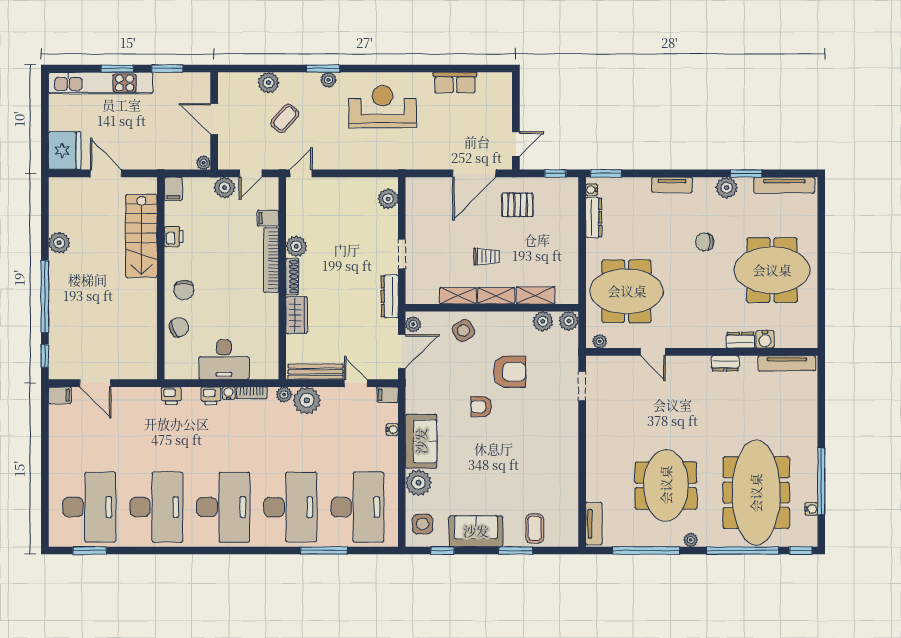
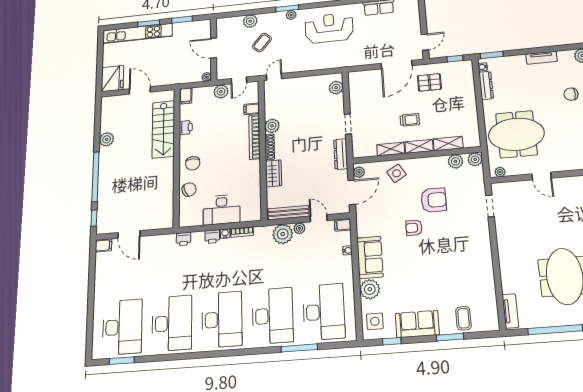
plant: (284, 394) -> (299, 228), moved

